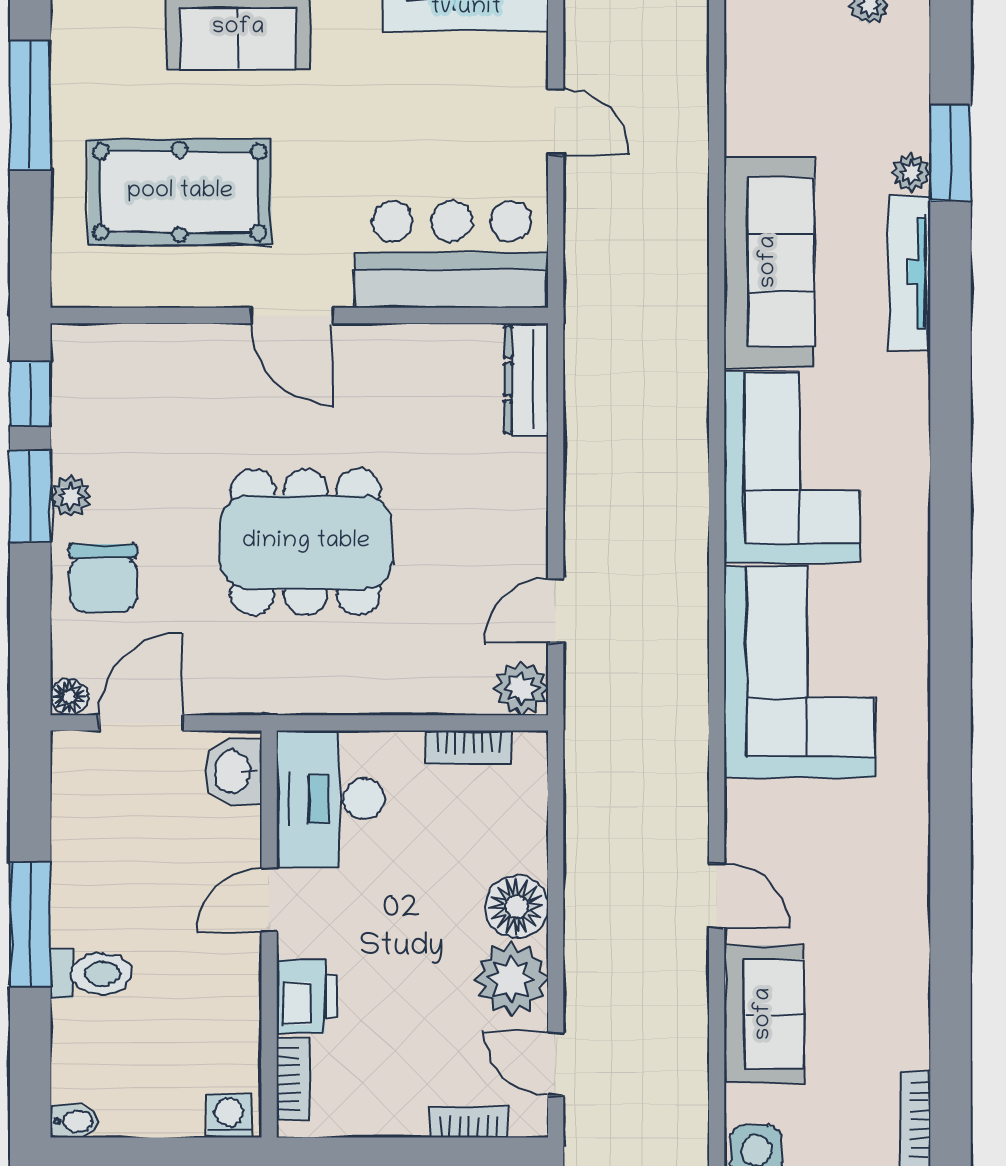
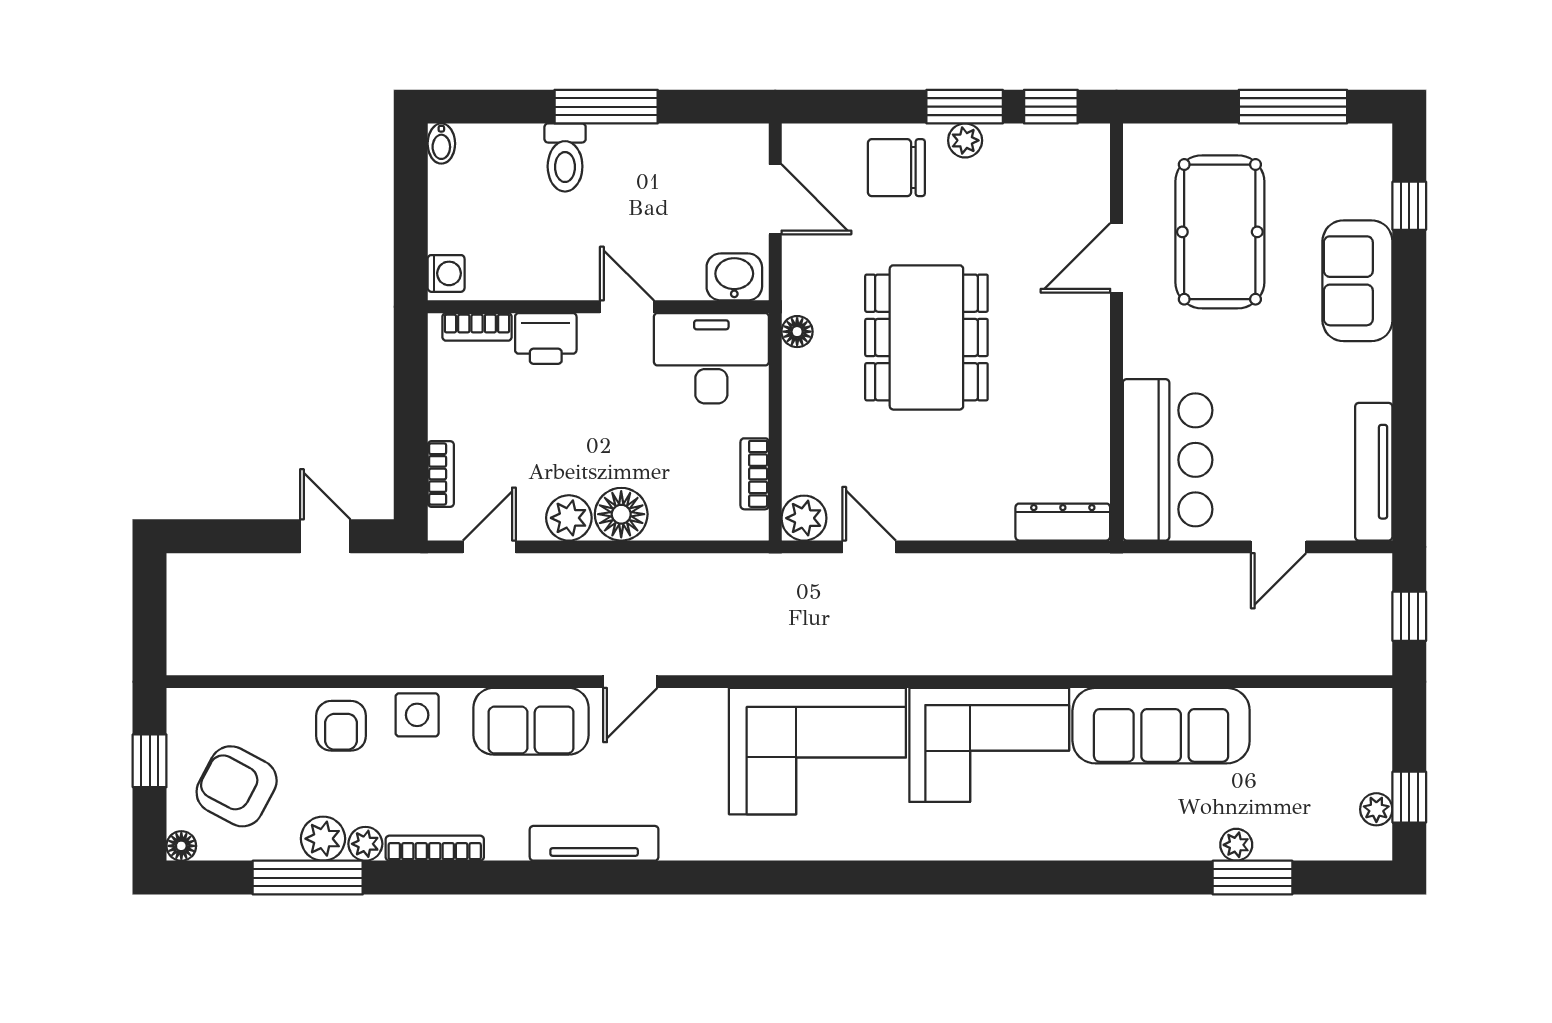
tv unit: (909, 272) -> (594, 843), moved
door: (292, 315) -> (1116, 258), moved
floor lamp: (69, 697) -> (797, 332), moved
plant: (511, 979) -> (569, 518), width x0.73, depth x0.73

